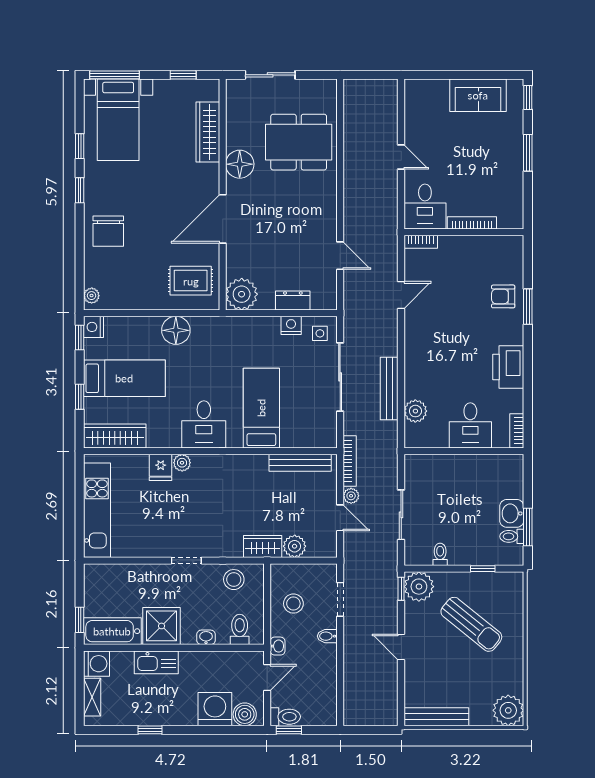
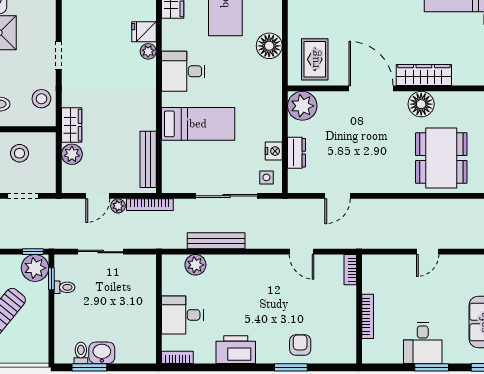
wardrobe: (208, 132) -> (424, 75), moved
desk: (425, 206) -> (423, 343), moved, turned -90
window: (483, 569) -> (51, 279), moved

